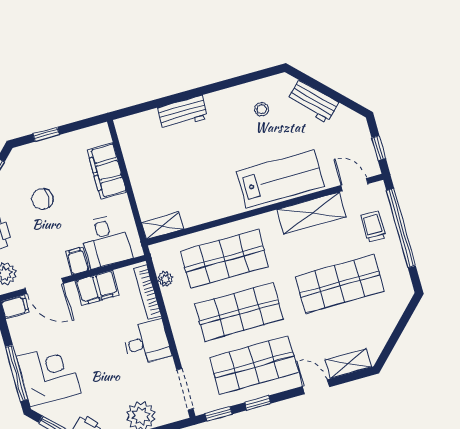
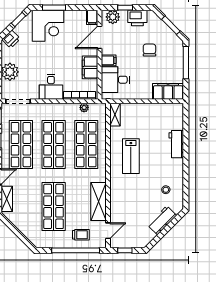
window: (46, 134) -> (186, 63), width x2.17
filing cabinet: (107, 171) -> (168, 91), moved
lab bench: (280, 179) -> (131, 156), moved, width x0.73, depth x0.72
window: (17, 373) -> (54, 8), width x0.69

